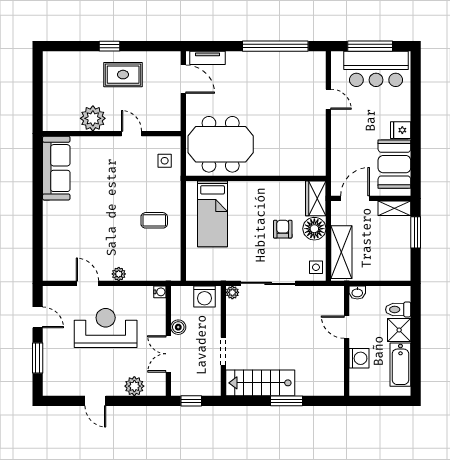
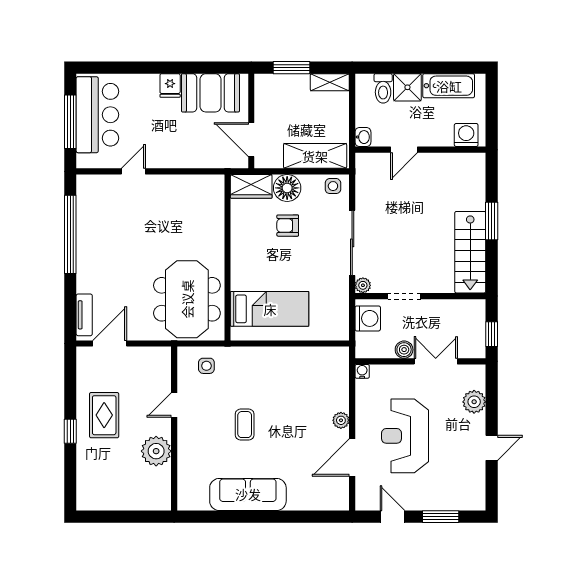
sofa: (56, 168) -> (248, 494), moved
shelving: (394, 208) -> (330, 82), moved, turned 90
coffee table: (154, 220) -> (245, 425), moved
door: (87, 283) -> (352, 457), width x1.38
door: (38, 317) -> (393, 517), hinge flipped
doorway: (223, 351) -> (404, 296), moved
double door: (168, 354) -> (436, 361), swing flipped
washing machine: (359, 358) -> (466, 135), moved

